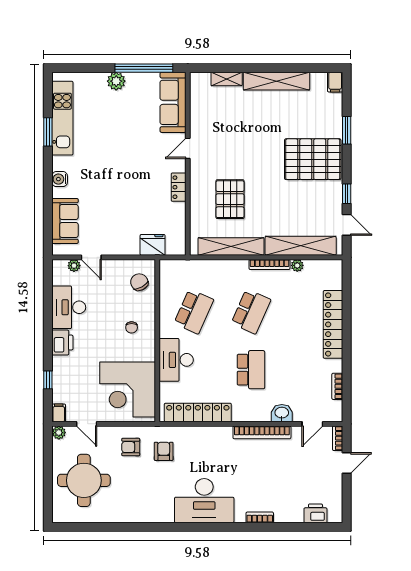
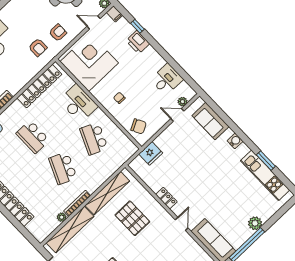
desk: (69, 307) -> (167, 79), width x0.73
printer: (62, 343) -> (138, 42), moved

